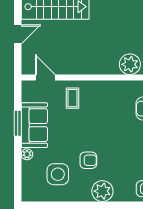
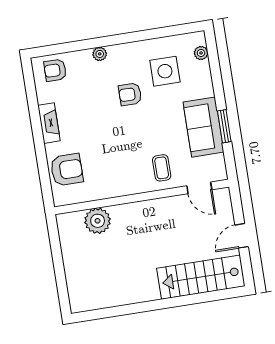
plant: (27, 154) -> (201, 53), moved
plant: (102, 191) -> (100, 54), width x0.53, depth x0.53

